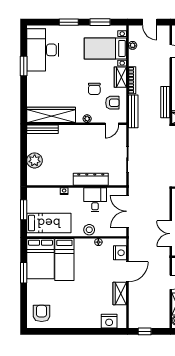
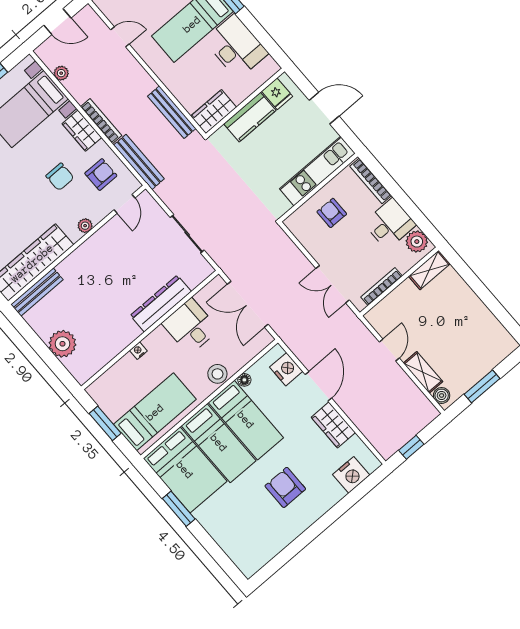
bed: (84, 260) -> (246, 420), added
armchair: (42, 313) -> (285, 487), moved

